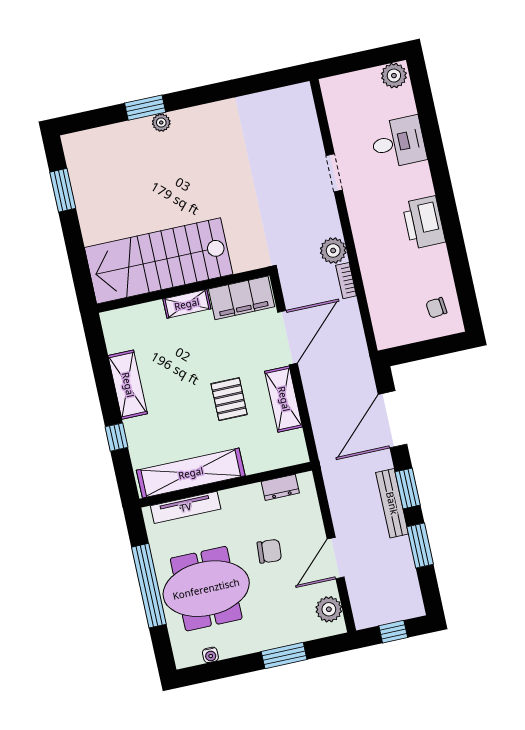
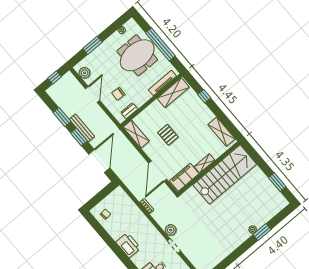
plant: (333, 251) -> (171, 230), moved
shelving: (128, 385) -> (222, 132), moved
shelving: (284, 399) -> (136, 134), moved
shelving: (191, 473) -> (173, 93), width x0.68
chair: (269, 551) -> (118, 94), moved

